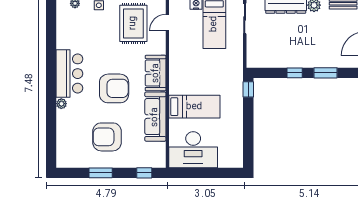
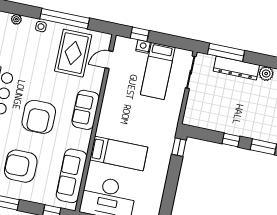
armchair: (114, 88) -> (39, 117), turned 90
sofa: (155, 117) -> (72, 176), moved

